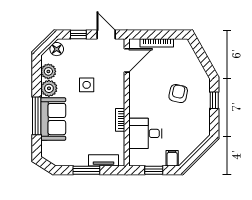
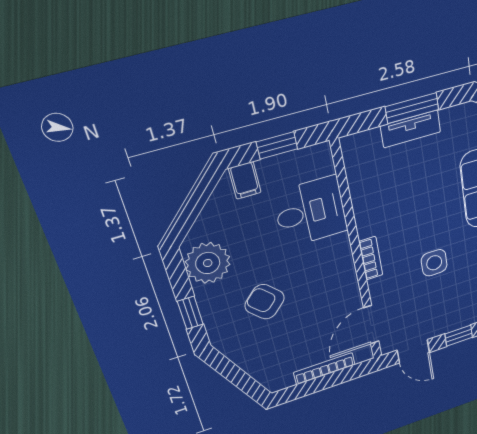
armchair: (178, 94) -> (265, 302), turned 123
bookcase: (120, 120) -> (371, 258), moved
plant: (199, 123) -> (208, 263), added
tv unit: (104, 160) -> (411, 129), moved

